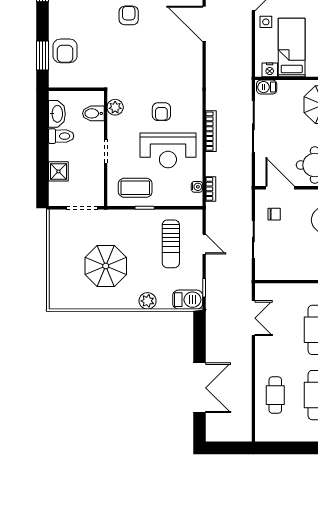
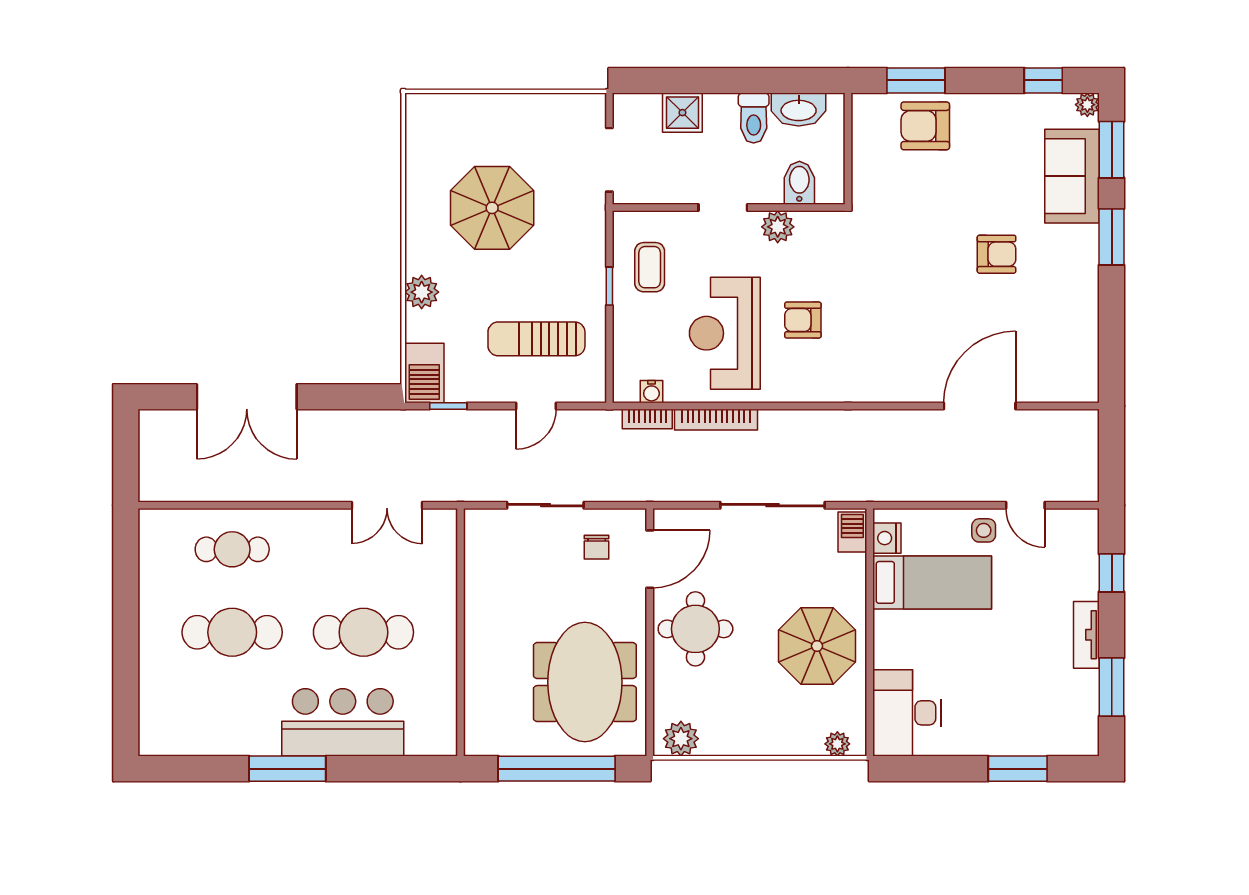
plant: (115, 107) -> (778, 227), moved
bookcase: (211, 131) -> (716, 420), moved
coffee table: (135, 188) -> (650, 267), width x0.73, depth x0.77

